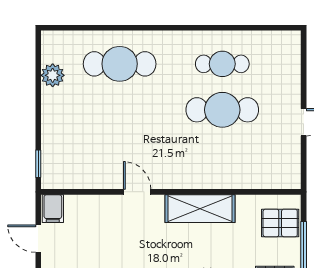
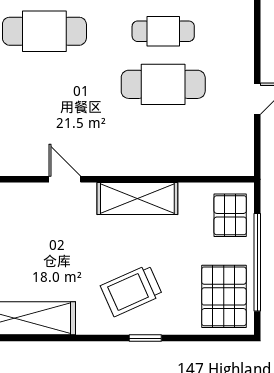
pallet: (280, 223) -> (230, 215), turned 90

